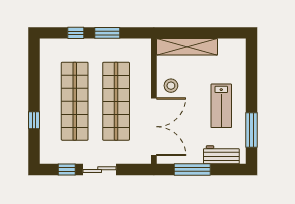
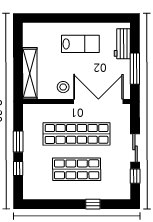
shop shelf: (75, 101) -> (77, 169), width x0.71
window: (252, 130) -> (101, 18), removed

